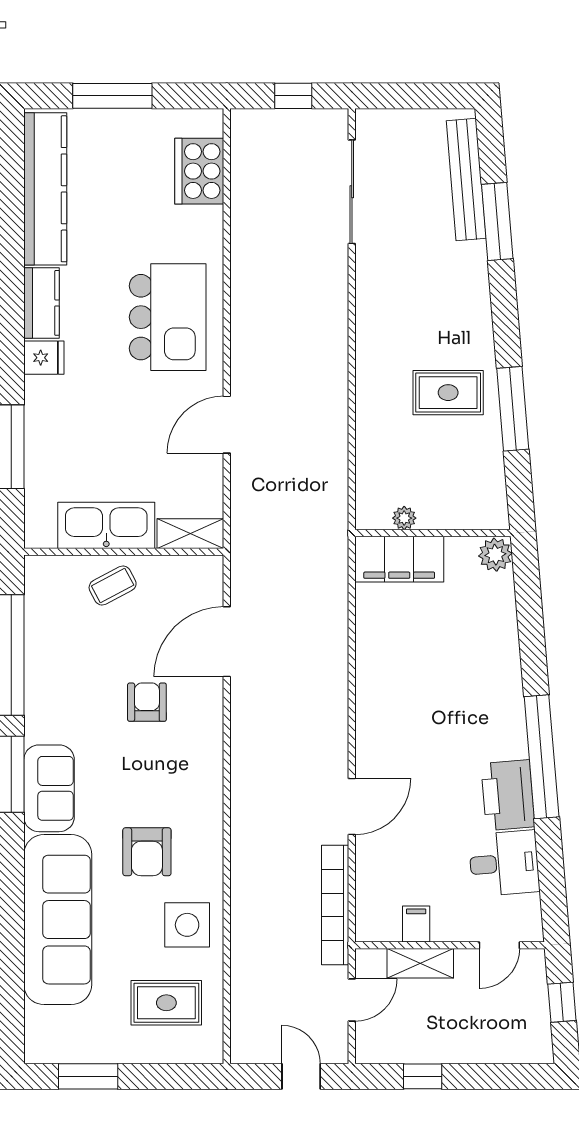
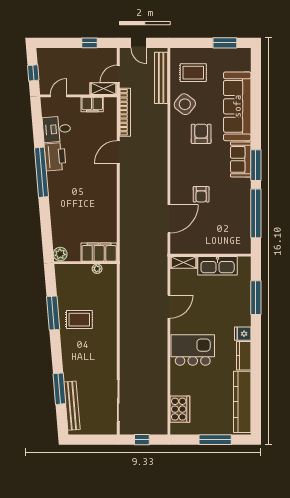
kitchen island: (168, 317) -> (193, 350), turned 90
coffee table: (113, 586) -> (215, 241), removed
filing cabinet: (416, 924) -> (92, 105), width x2.00
side table: (187, 925) -> (185, 104), turned 38
shelving: (420, 963) -> (104, 89), moved
bench: (246, 990) -> (161, 78), added

